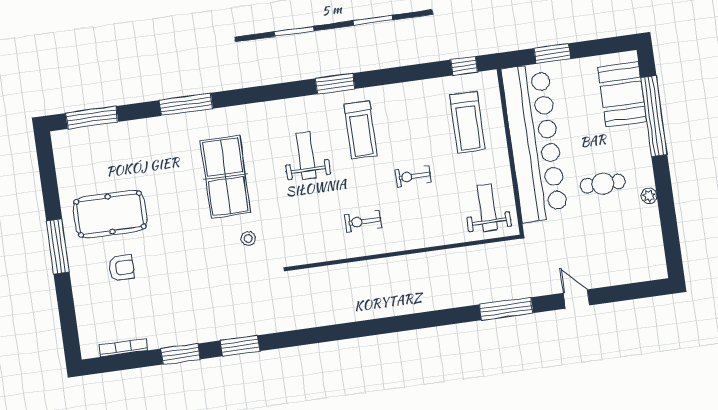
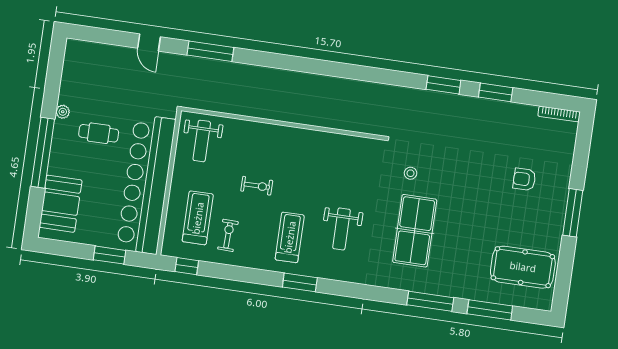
window: (654, 116) -> (43, 153), moved
window: (92, 117) -> (490, 310), moved
pool table: (110, 214) -> (523, 267), moved
exercise bike: (363, 221) -> (228, 235), moved, turned -88
bookcase: (123, 348) -> (559, 114), moved

